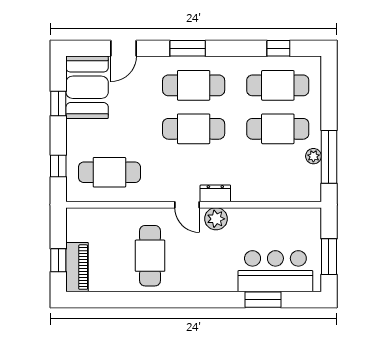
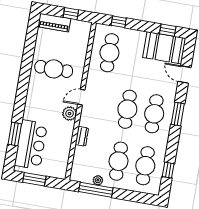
window: (58, 104) -> (168, 30), moved
dresser: (215, 193) -> (82, 136), moved
window: (58, 260) -> (71, 14), moved

